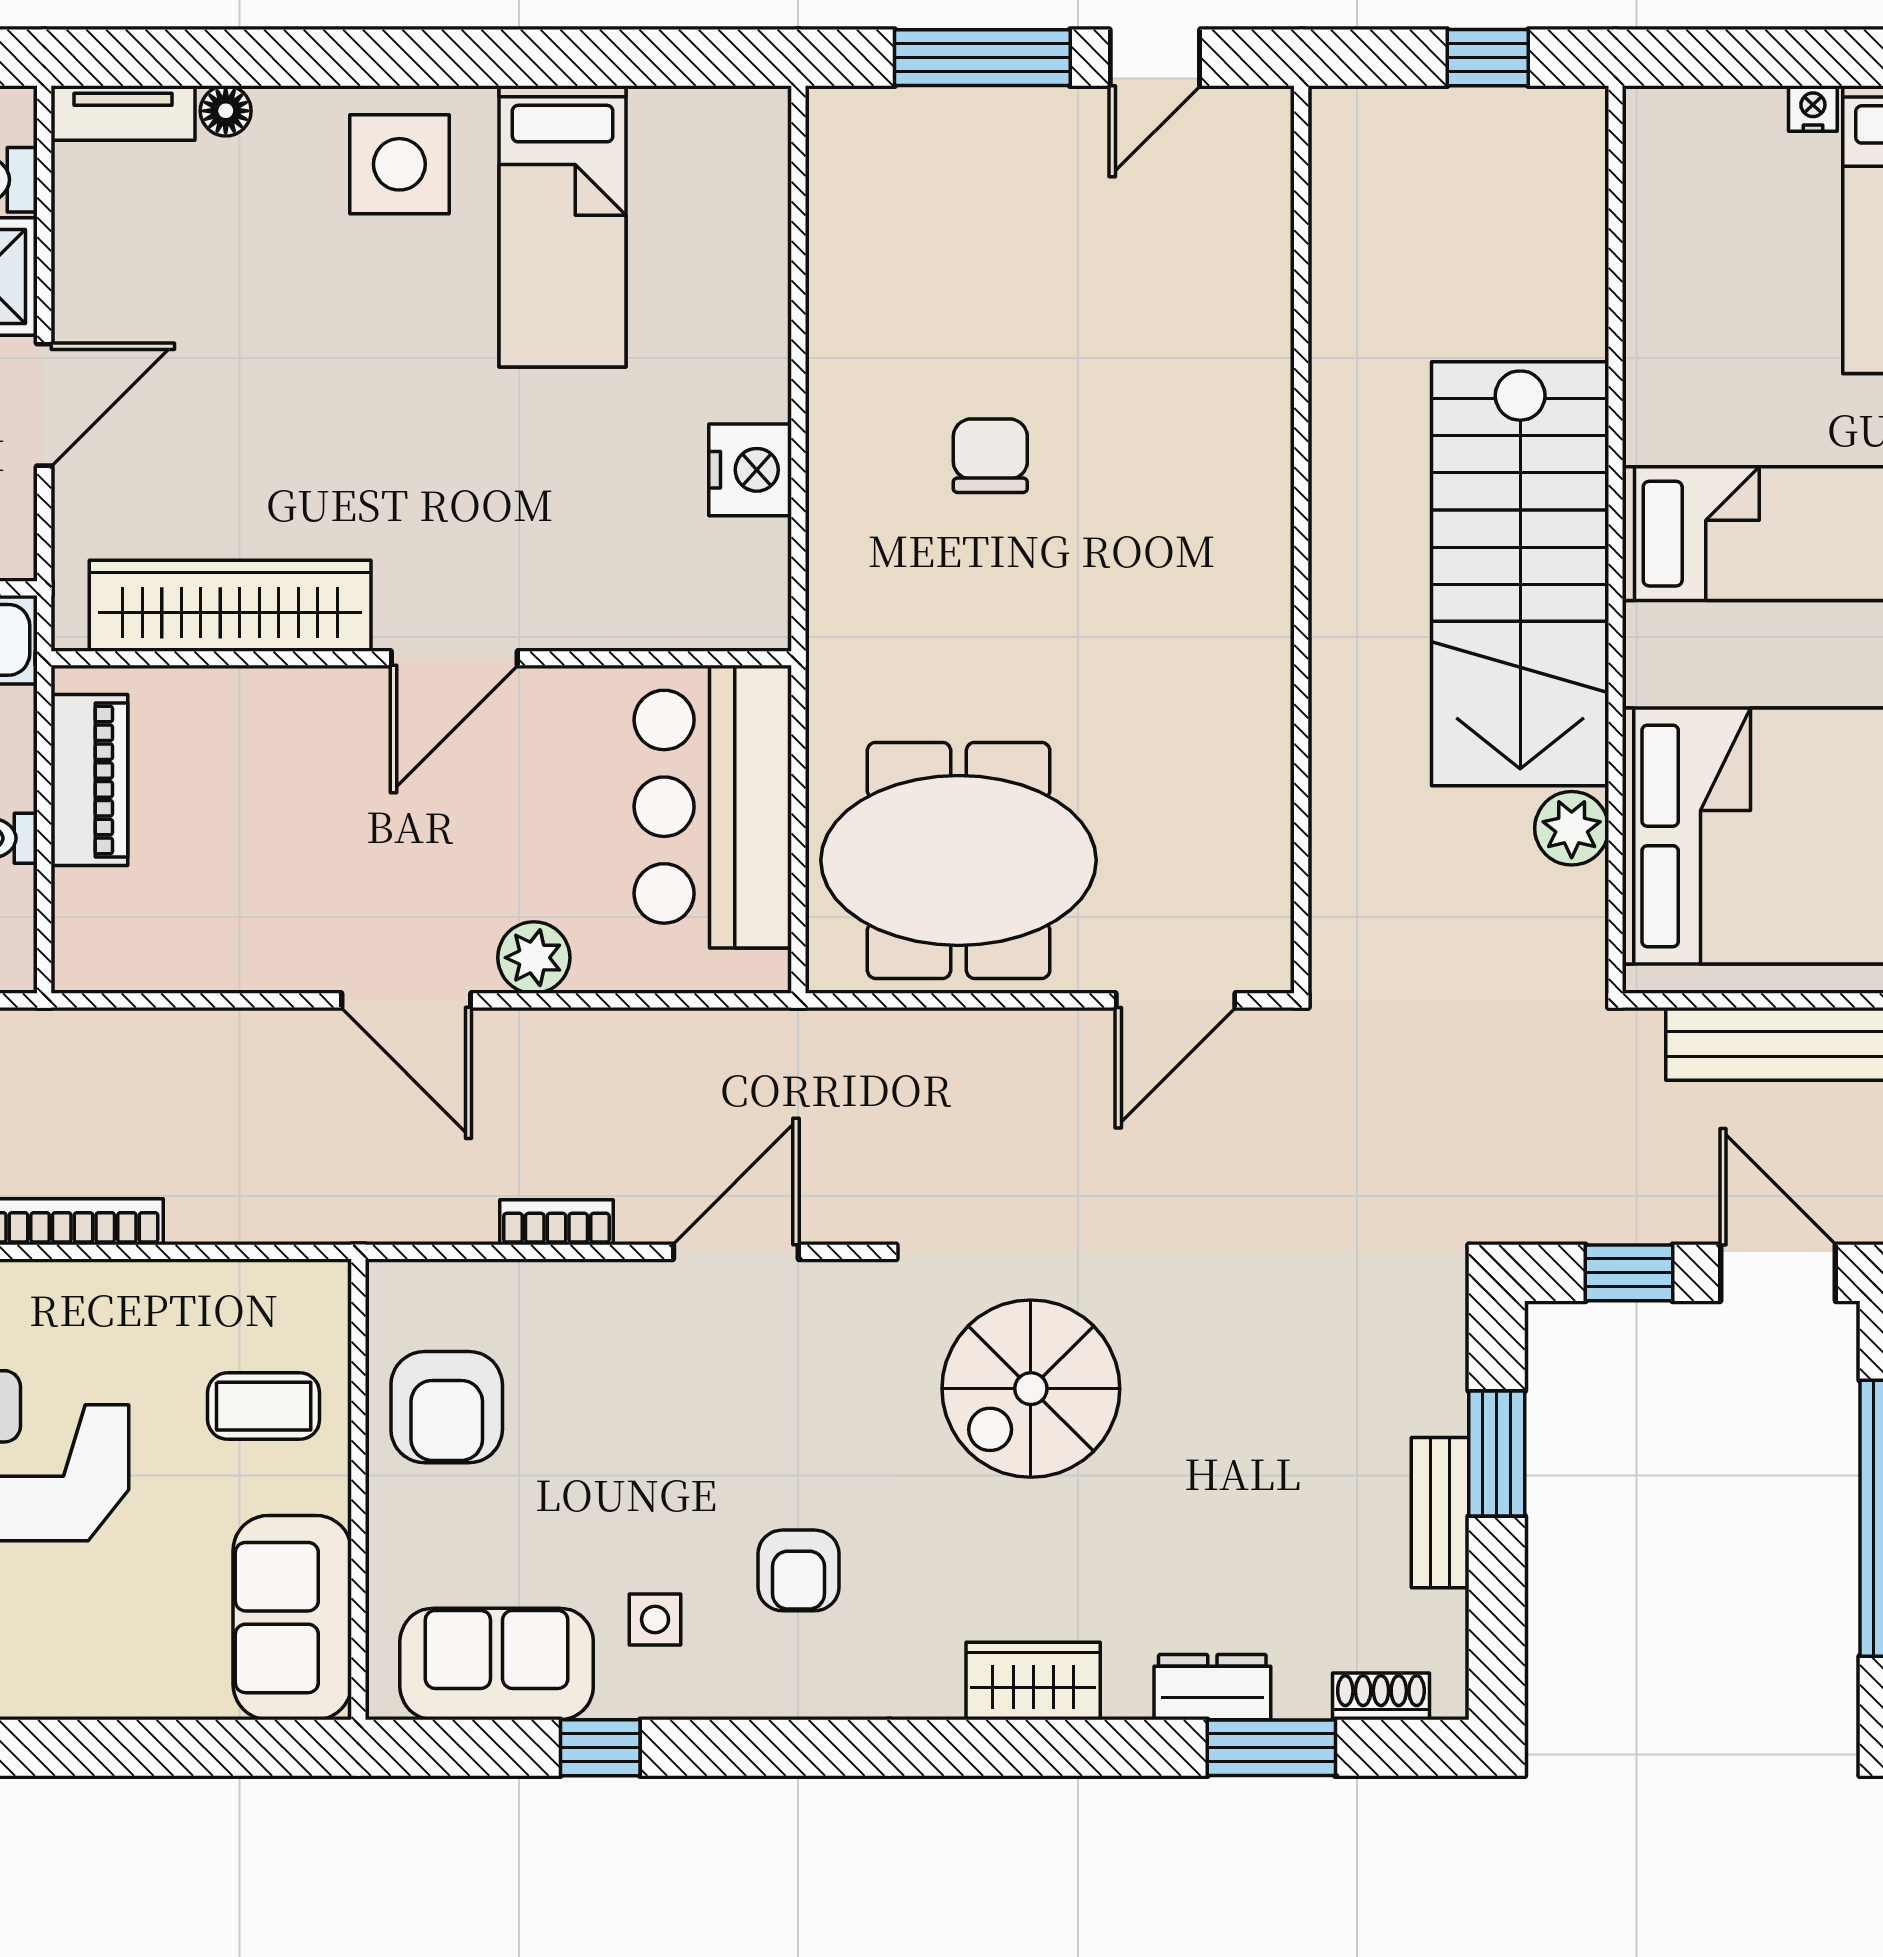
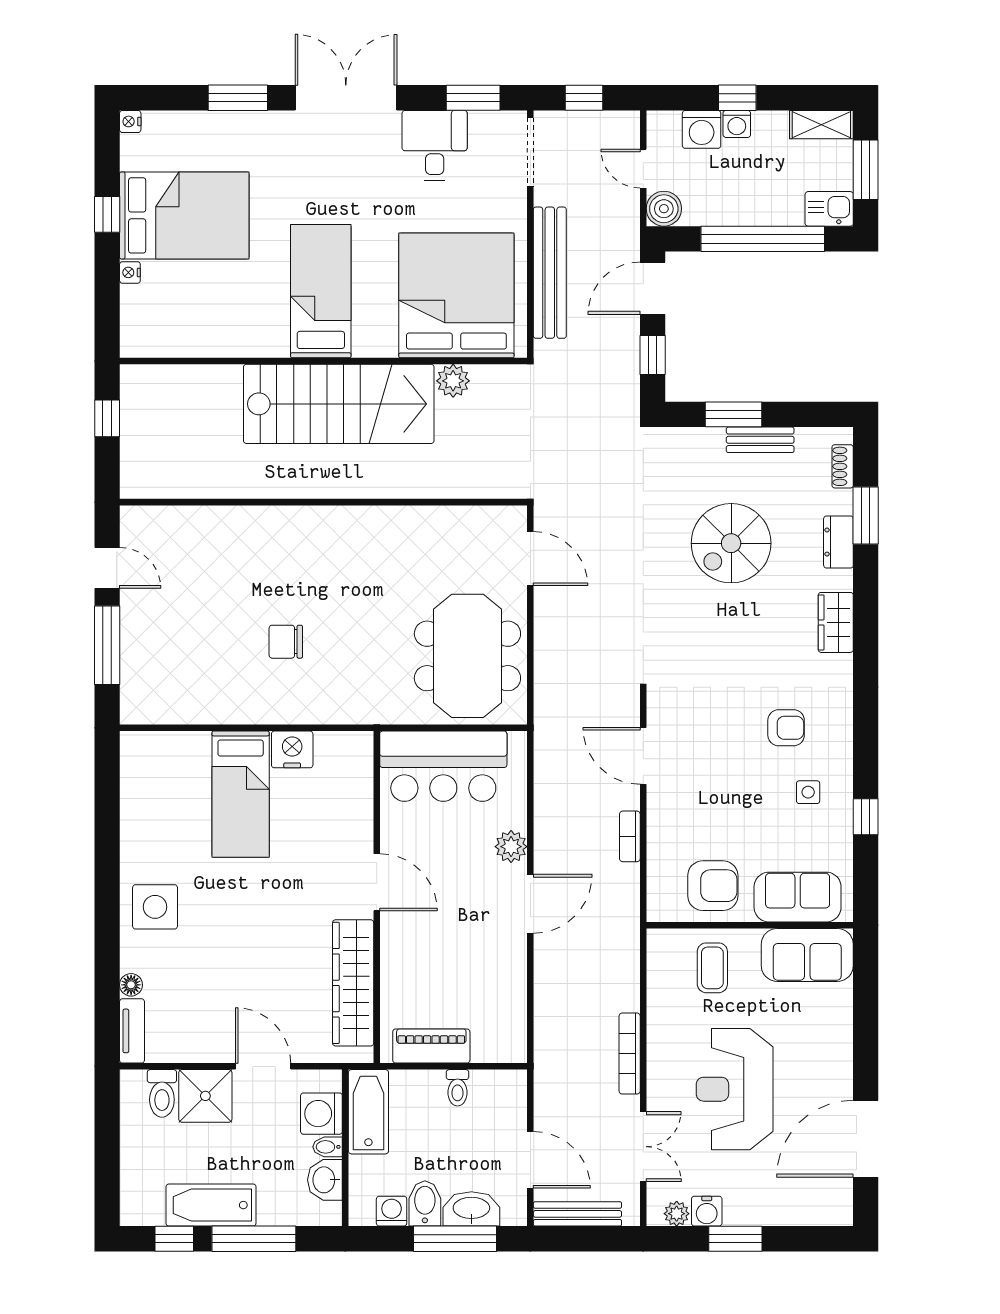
bed: (563, 226) -> (241, 794), moved, turned 90
spiral stairs: (1031, 1389) -> (731, 543), moved, turned 90
sofa: (497, 1664) -> (798, 897), moved, turned 90

